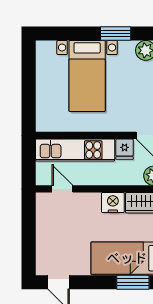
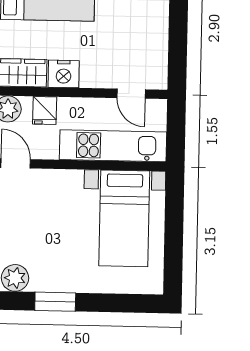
bed with nightstands: (87, 76) -> (124, 218), moved, turned 180
fridge: (125, 149) -> (45, 110), moved, turned 180

